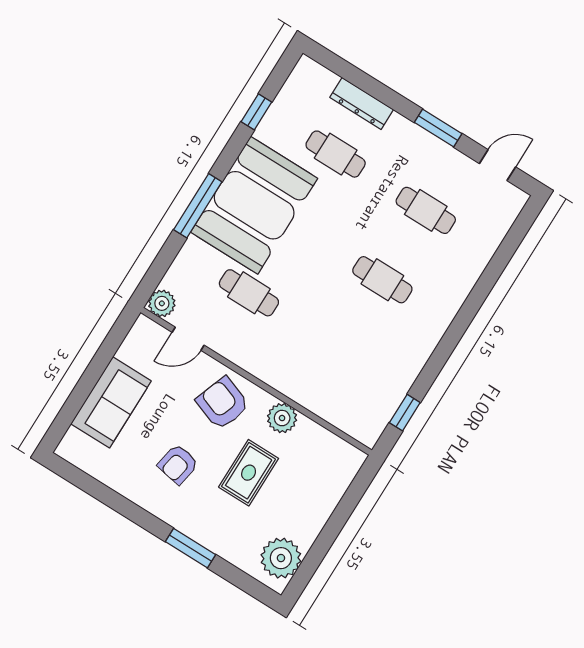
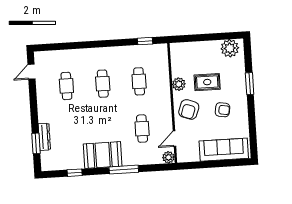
window: (438, 128) -> (36, 143), moved
cafe table: (336, 154) -> (139, 81), moved
door: (497, 165) -> (31, 72), hinge flipped
booth: (254, 205) -> (103, 155), width x0.73, depth x0.70
door: (188, 339) -> (174, 139), swing flipped
sofa: (111, 402) -> (224, 150), width x1.36

